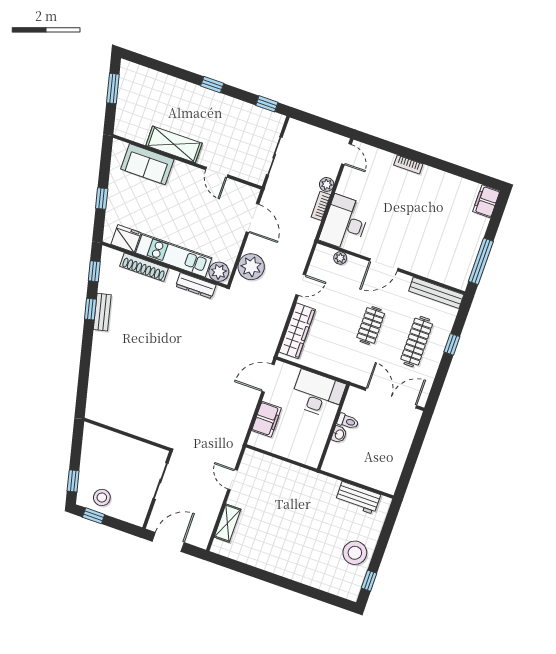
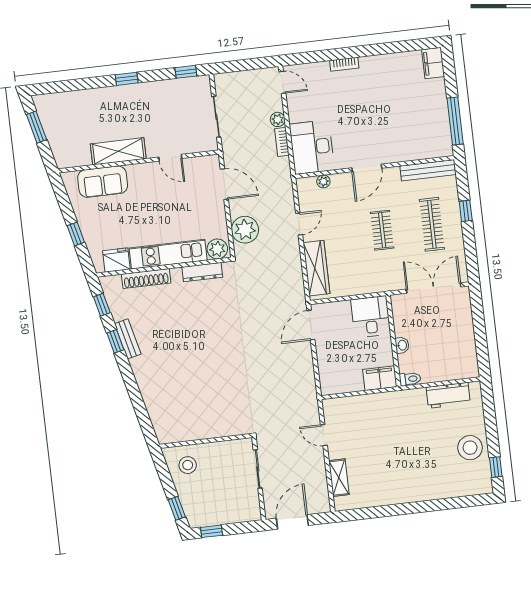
desk: (318, 394) -> (371, 317), width x0.73
filing cabinet: (266, 419) -> (380, 378), moved, turned -90
toilet: (348, 421) -> (410, 379), moved
stool: (102, 497) -> (188, 465), moved

